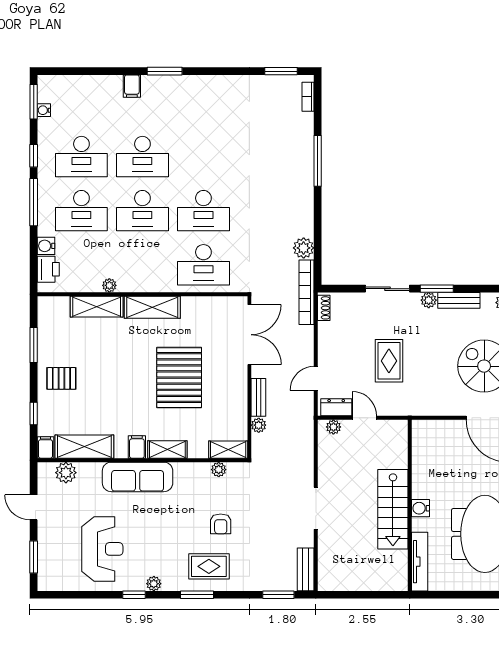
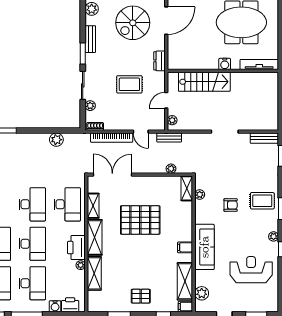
printer: (137, 279) -> (76, 248), added
bookcase: (307, 292) -> (112, 138), moved
plant: (429, 300) -> (90, 106), moved
pallet: (61, 378) -> (141, 296), turned 90
bench: (258, 397) -> (169, 138), moved
dresser: (336, 407) -> (159, 61), moved
shelving: (167, 450) -> (93, 206), moved
stairs: (393, 509) -> (204, 82), moved
armchair: (221, 524) -> (231, 205), moved
rug: (209, 566) -> (262, 201), turned 90

